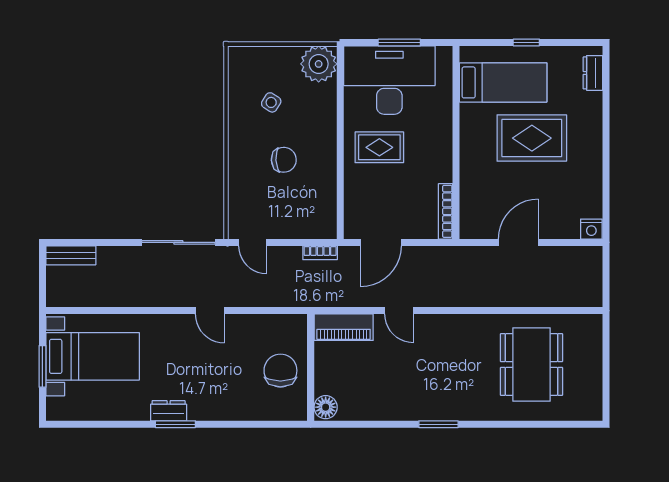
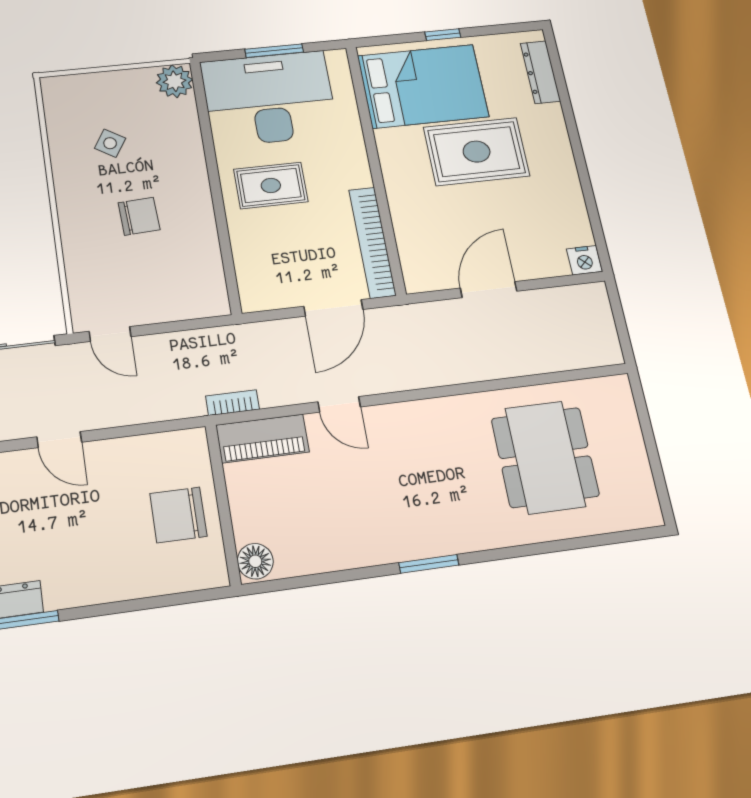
plant: (319, 64) -> (175, 81), width x0.73, depth x0.73
dresser: (593, 73) -> (540, 72), width x1.44
bed: (503, 82) -> (423, 86), width x1.50
bookcase: (446, 211) -> (372, 242), width x1.48, depth x1.31
door: (381, 242) -> (333, 308), moved
bookcase: (320, 253) -> (233, 403), moved, turned 180
chair: (280, 371) -> (178, 515), turned -90

